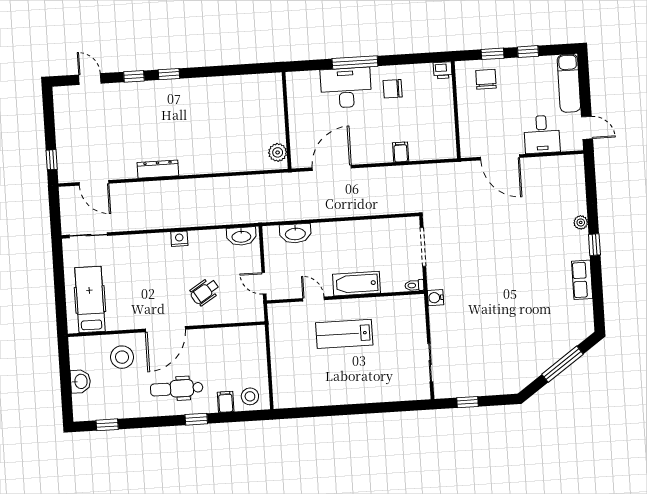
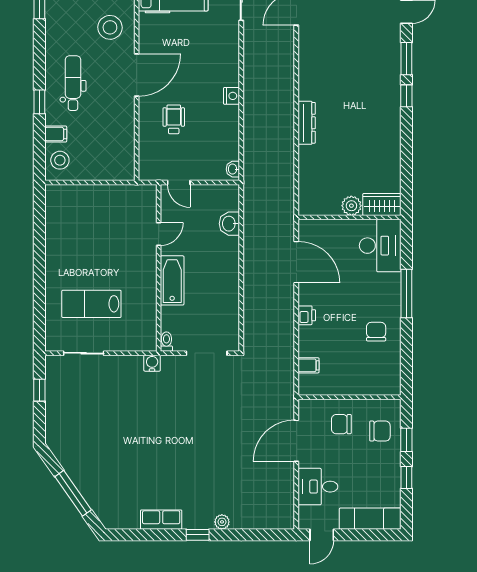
printer: (443, 70) -> (307, 315), moved, turned 180
window: (134, 76) -> (406, 59), width x1.50
desk: (346, 88) -> (380, 246), moved
wardrobe: (273, 91) -> (382, 204), added
chair: (482, 116) -> (341, 424), added
plant: (278, 152) -> (351, 206), moved
filing cabinet: (401, 152) -> (309, 365), moved
dresser: (158, 169) -> (307, 123), moved
washbasin: (295, 233) -> (229, 224), width x0.72
washbasin: (241, 236) -> (233, 169), width x0.52, depth x0.69
door: (264, 283) -> (179, 183), swing flipped
wheelchair: (205, 292) -> (174, 119), turned 32
door: (165, 329) -> (137, 75), swing flipped
lab bench: (344, 334) -> (91, 304), moved, turned -90

